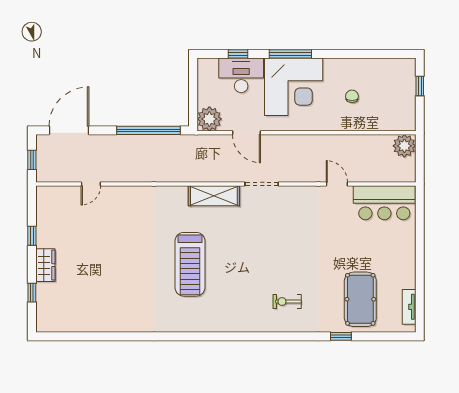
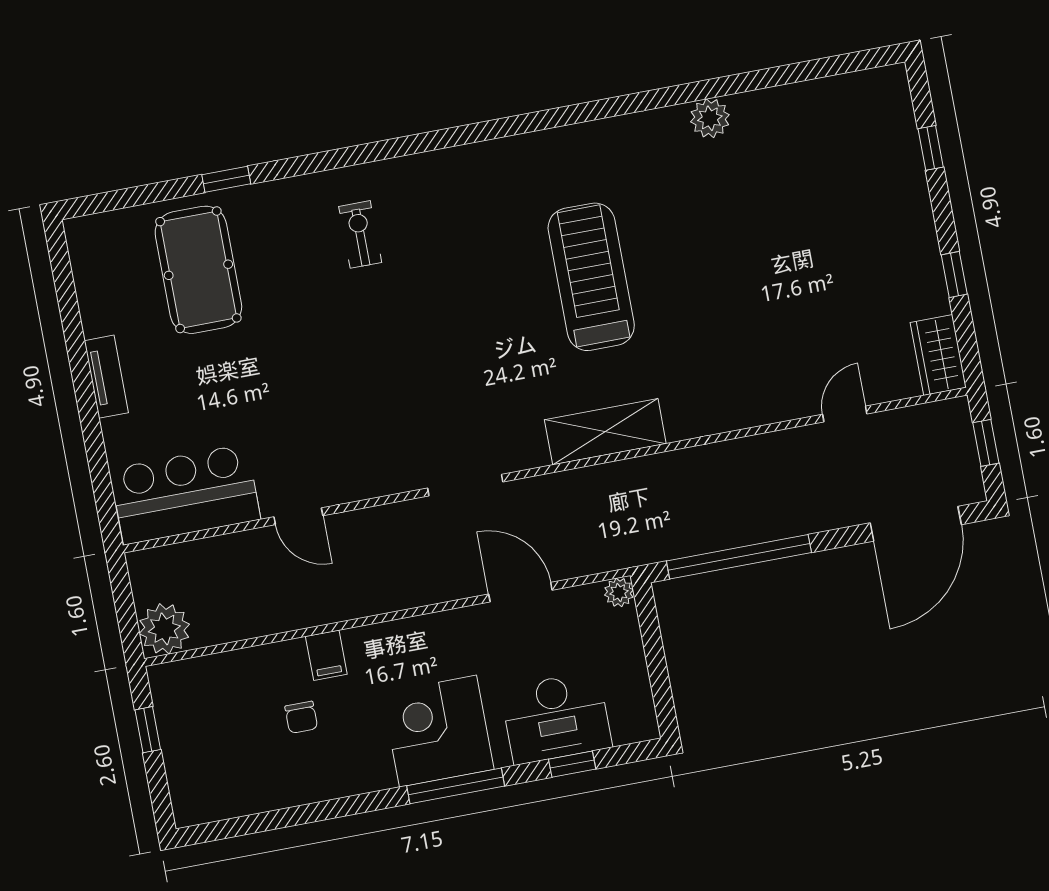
window: (420, 86) -> (148, 730), moved
corner desk: (294, 87) -> (438, 731), width x0.74, depth x0.74
plant: (209, 119) -> (619, 592), width x0.53, depth x0.53
filing cabinet: (336, 121) -> (326, 655), added
shelving: (214, 196) -> (605, 432), moved
wardrobe: (45, 265) -> (938, 355), moved
exercise bike: (287, 302) -> (360, 234), turned -90
tv unit: (409, 307) -> (106, 377), moved
plant: (125, 324) -> (710, 118), added

